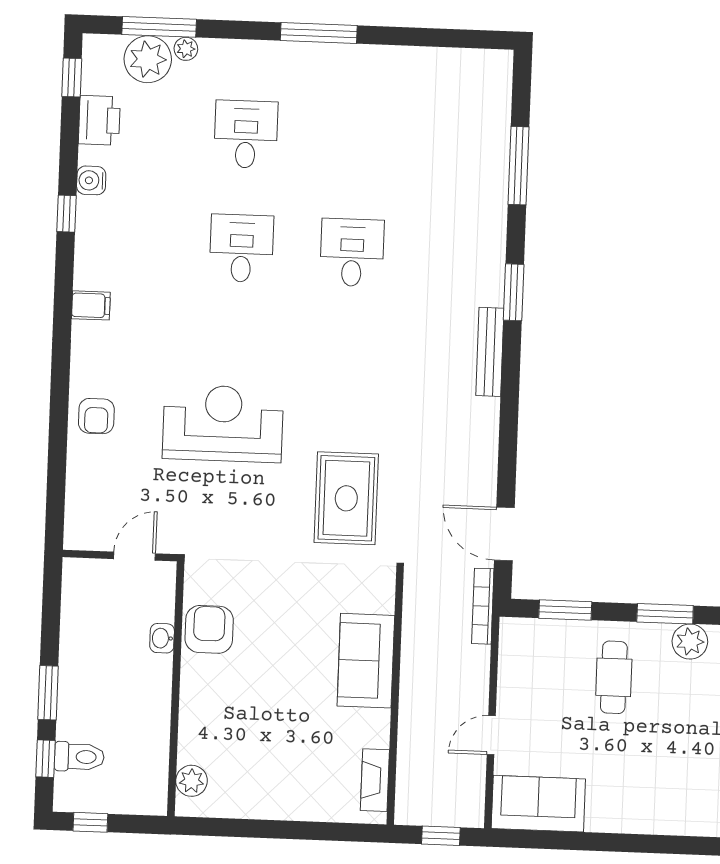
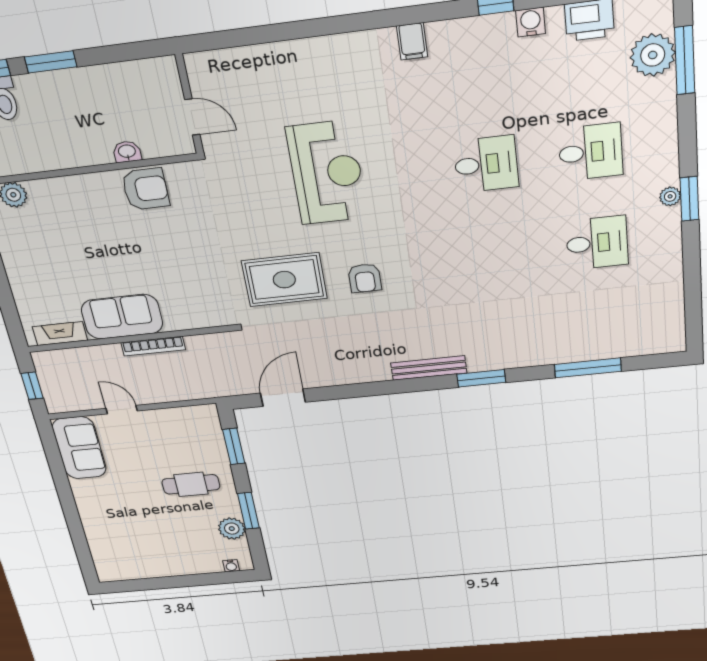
window: (319, 33) -> (689, 199), width x0.69
plant: (186, 49) -> (670, 196), moved
desk: (352, 252) -> (597, 243), moved
armchair: (96, 416) -> (365, 278), moved, turned -90
bookcase: (483, 606) -> (153, 346), moved, turned 180
sofa: (366, 661) -> (122, 317), moved

